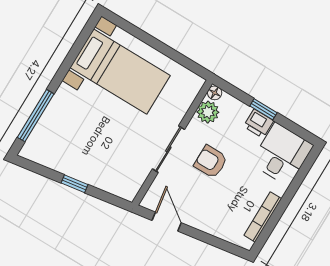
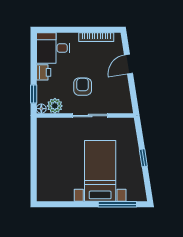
bed with nightstands: (120, 72) -> (100, 171), moved
window: (263, 109) -> (34, 94), moved
armchair: (211, 162) -> (83, 87), turned 180
door: (167, 222) -> (128, 64), moved

